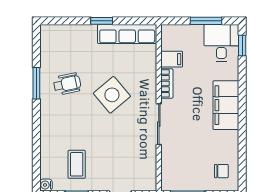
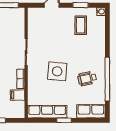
row of seats: (61, 35) -> (91, 111), added
window: (36, 83) -> (107, 79), width x2.11
side table: (112, 95) -> (57, 71), turned 45

